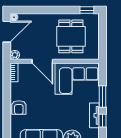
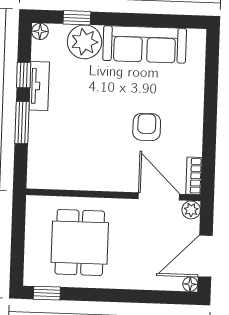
door: (42, 61) -> (159, 196), moved
corner sofa: (77, 79) -> (70, 159), removed
armchair: (19, 107) -> (147, 127), moved

